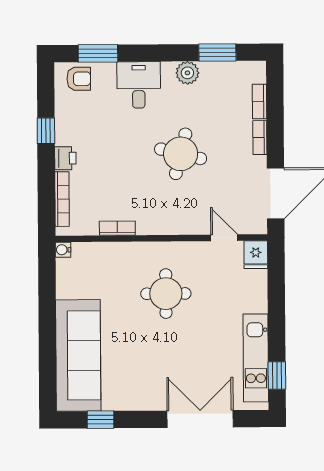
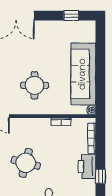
printer: (65, 158) -> (87, 167), width x1.87, depth x1.48
sofa: (78, 355) -> (83, 74), moved

